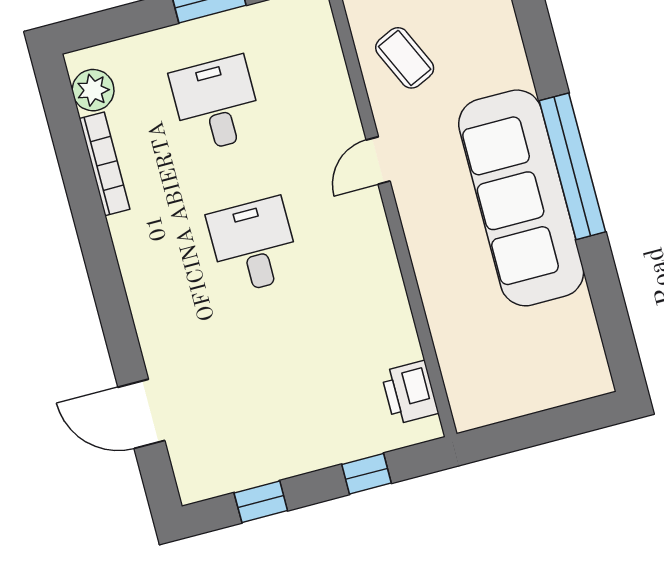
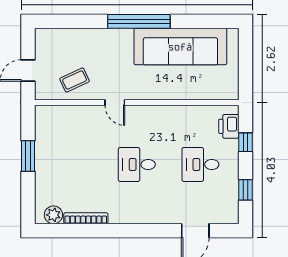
desk: (216, 104) -> (200, 164), moved
sofa: (521, 198) -> (180, 47), moved
printer: (410, 392) -> (229, 126), moved, turned 90

